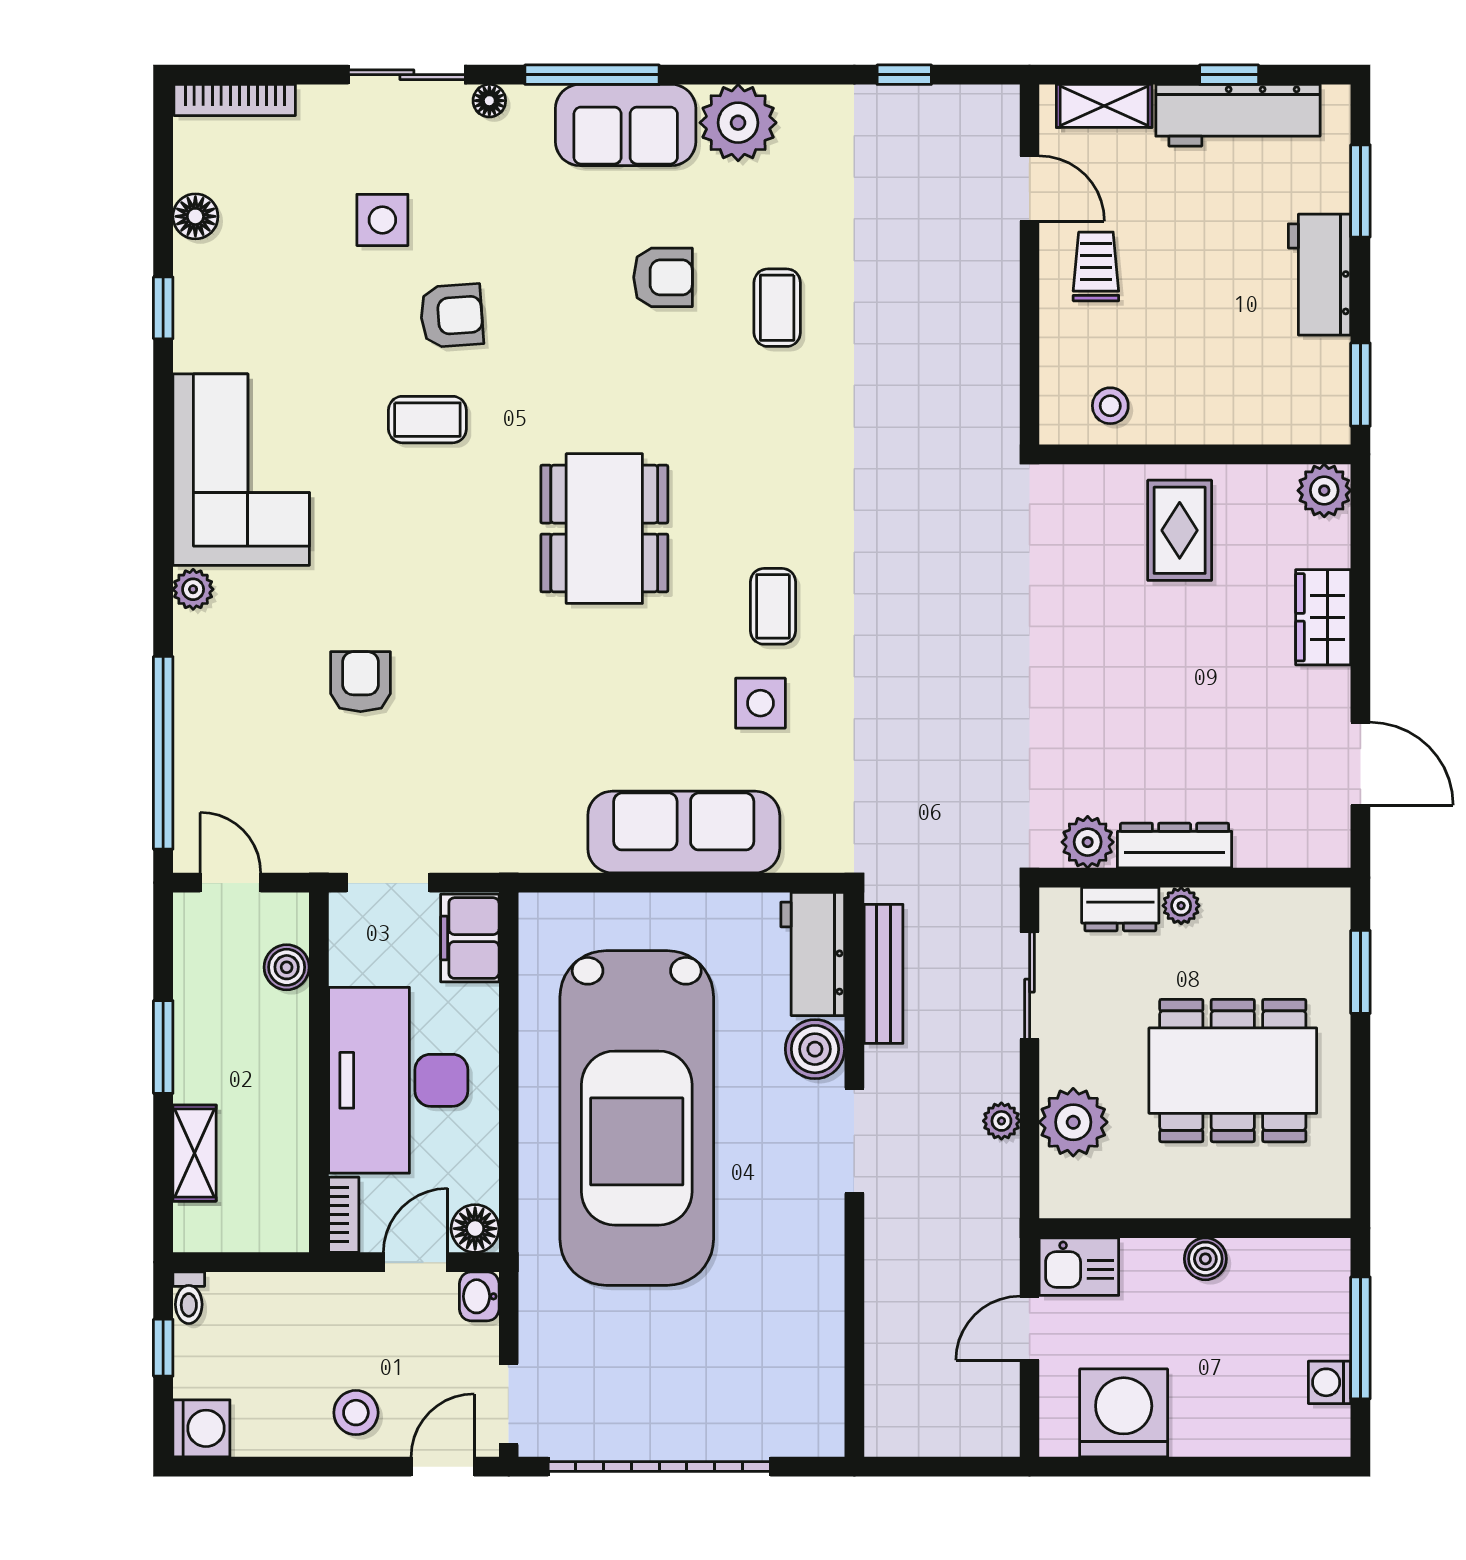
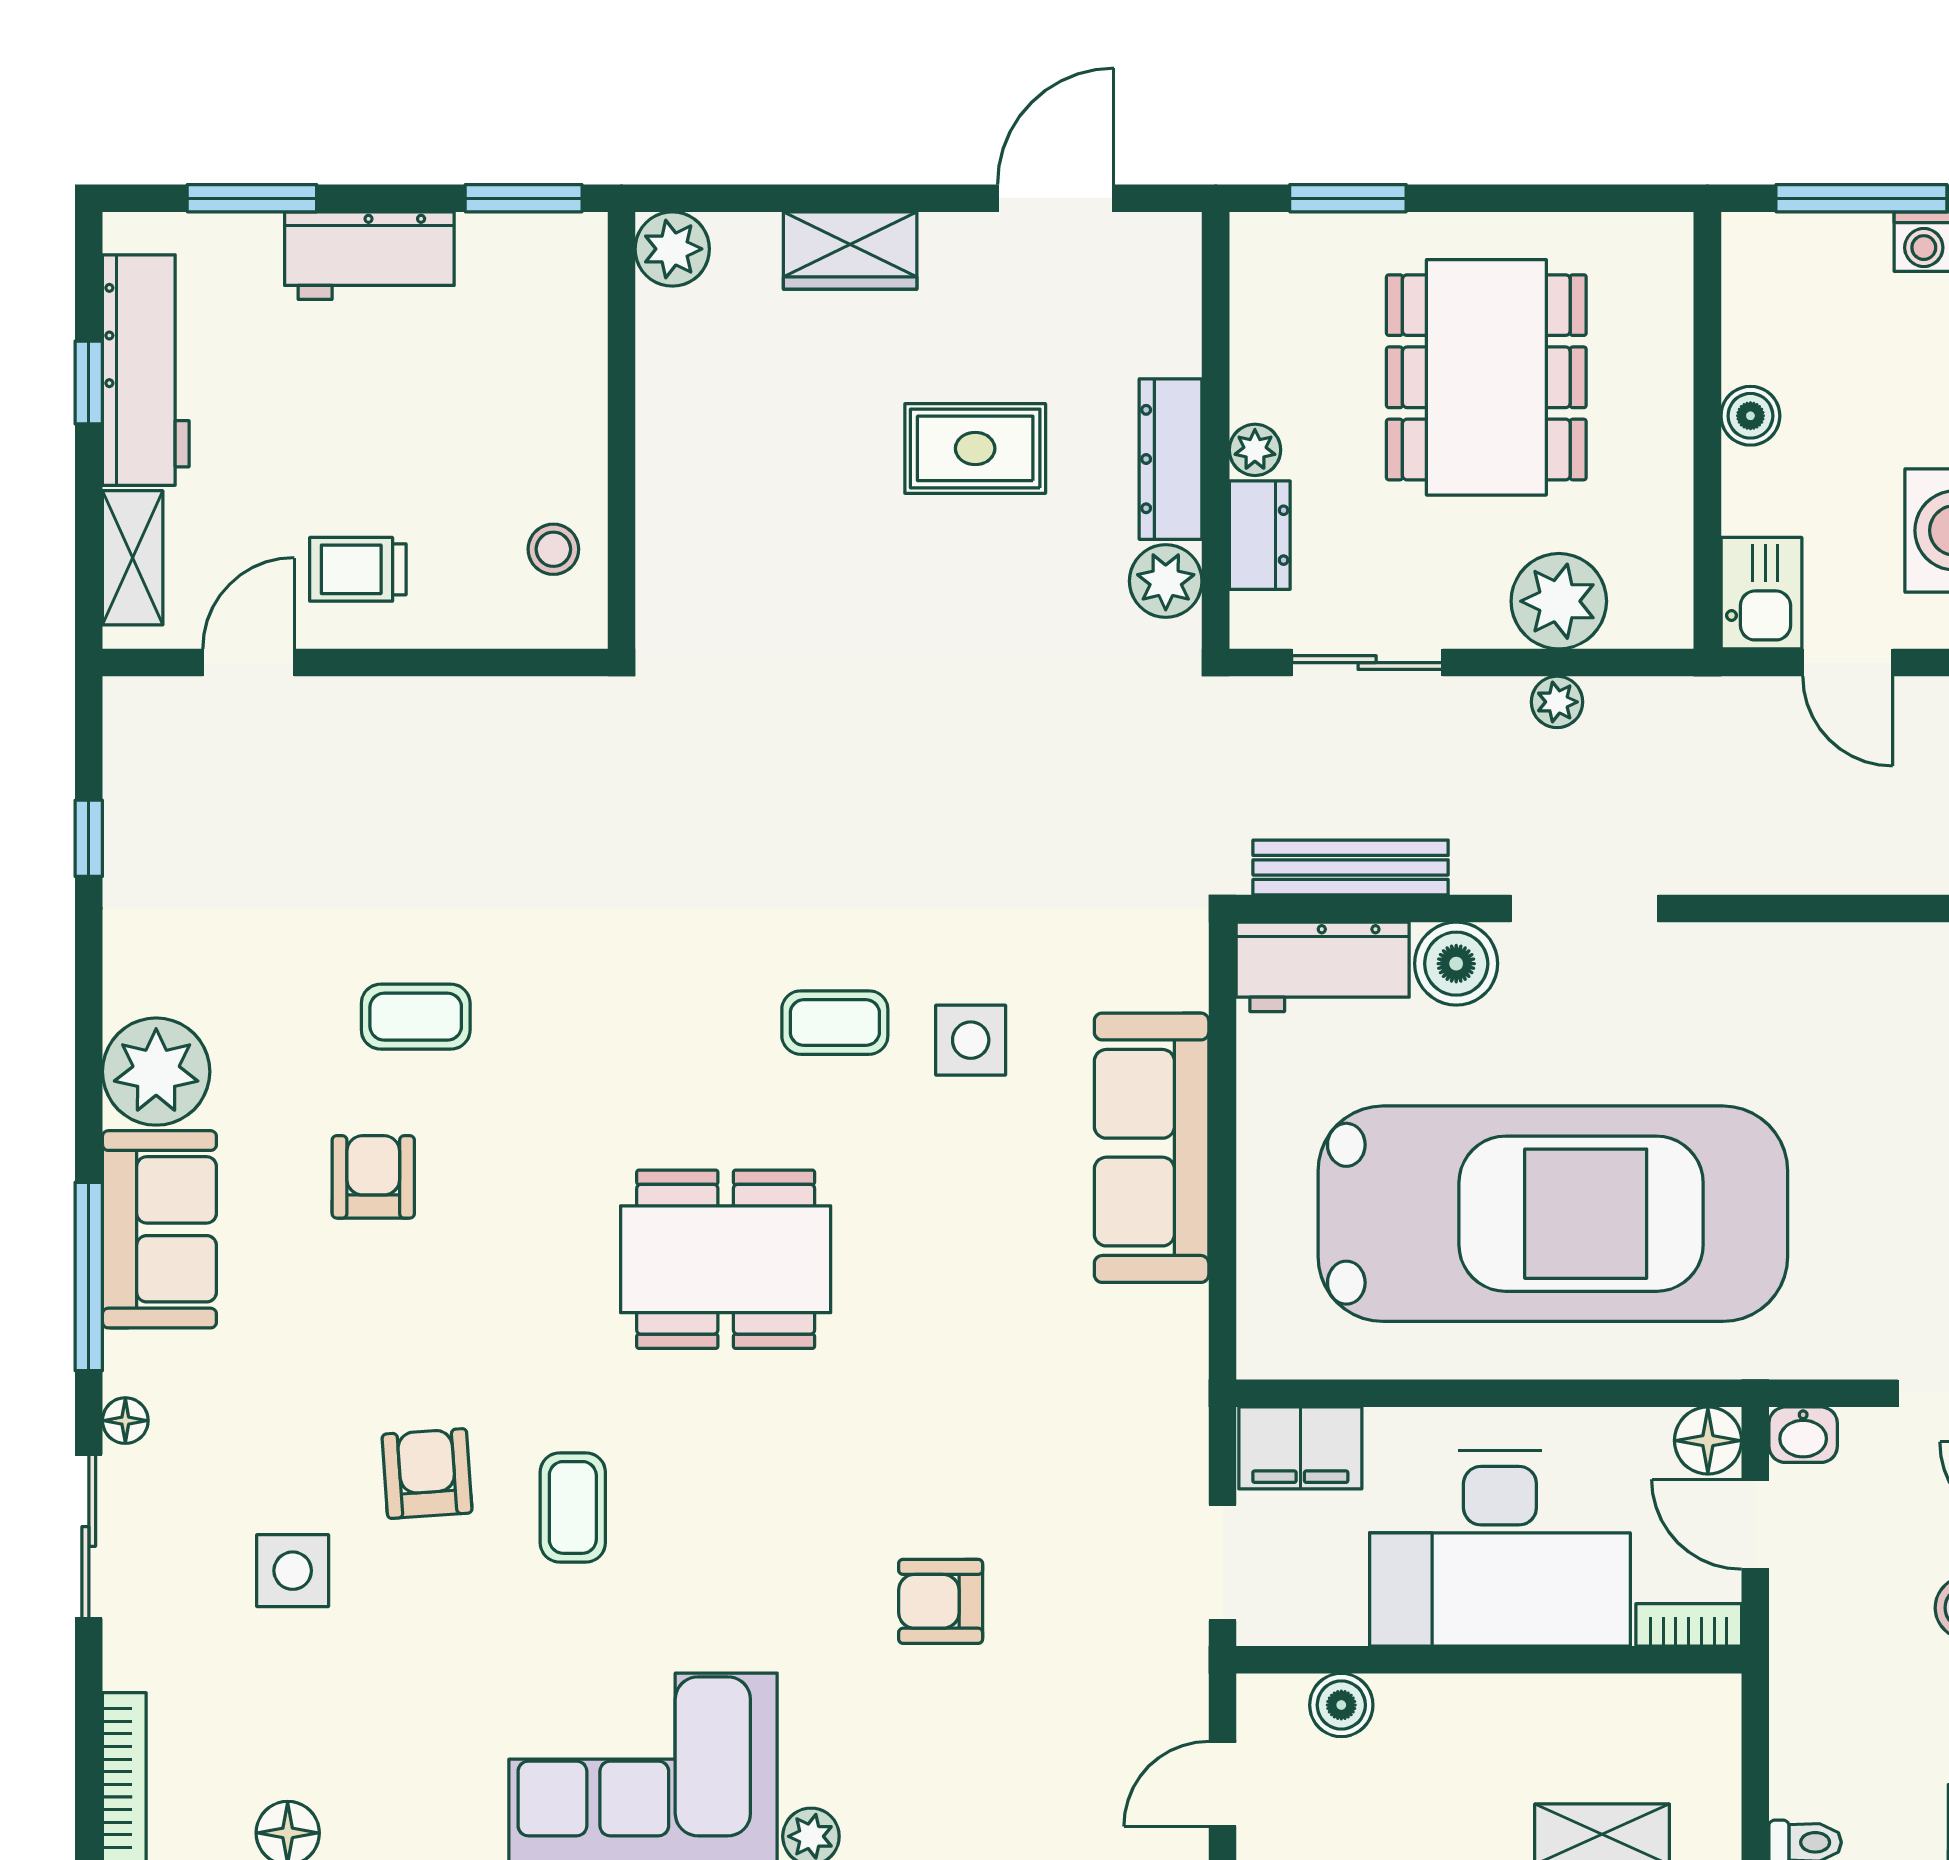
rug: (1180, 530) -> (975, 448), moved

